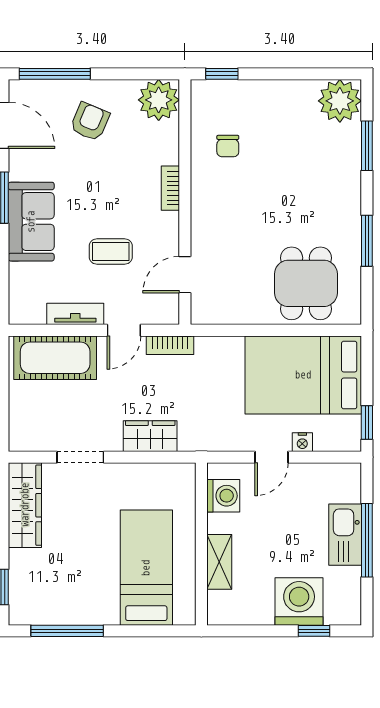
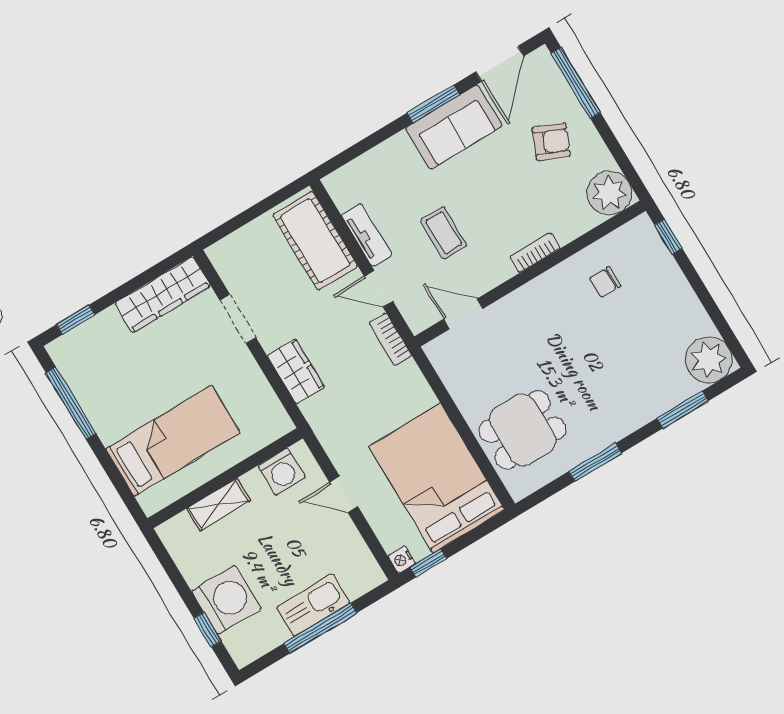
sofa: (31, 222) -> (454, 127), moved
nightstand: (302, 442) -> (402, 560), moved

